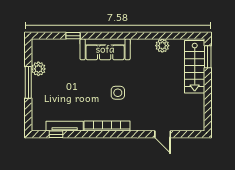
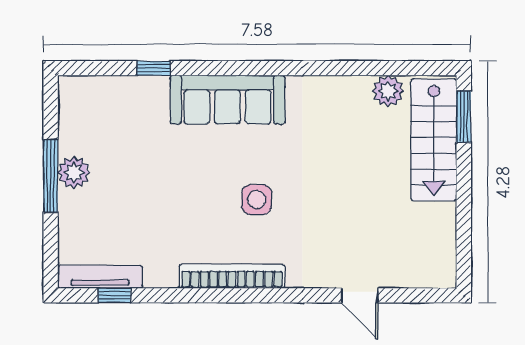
plant: (162, 46) -> (388, 91), moved
plant: (38, 69) -> (74, 172), moved
tv unit: (65, 126) -> (100, 277), moved

